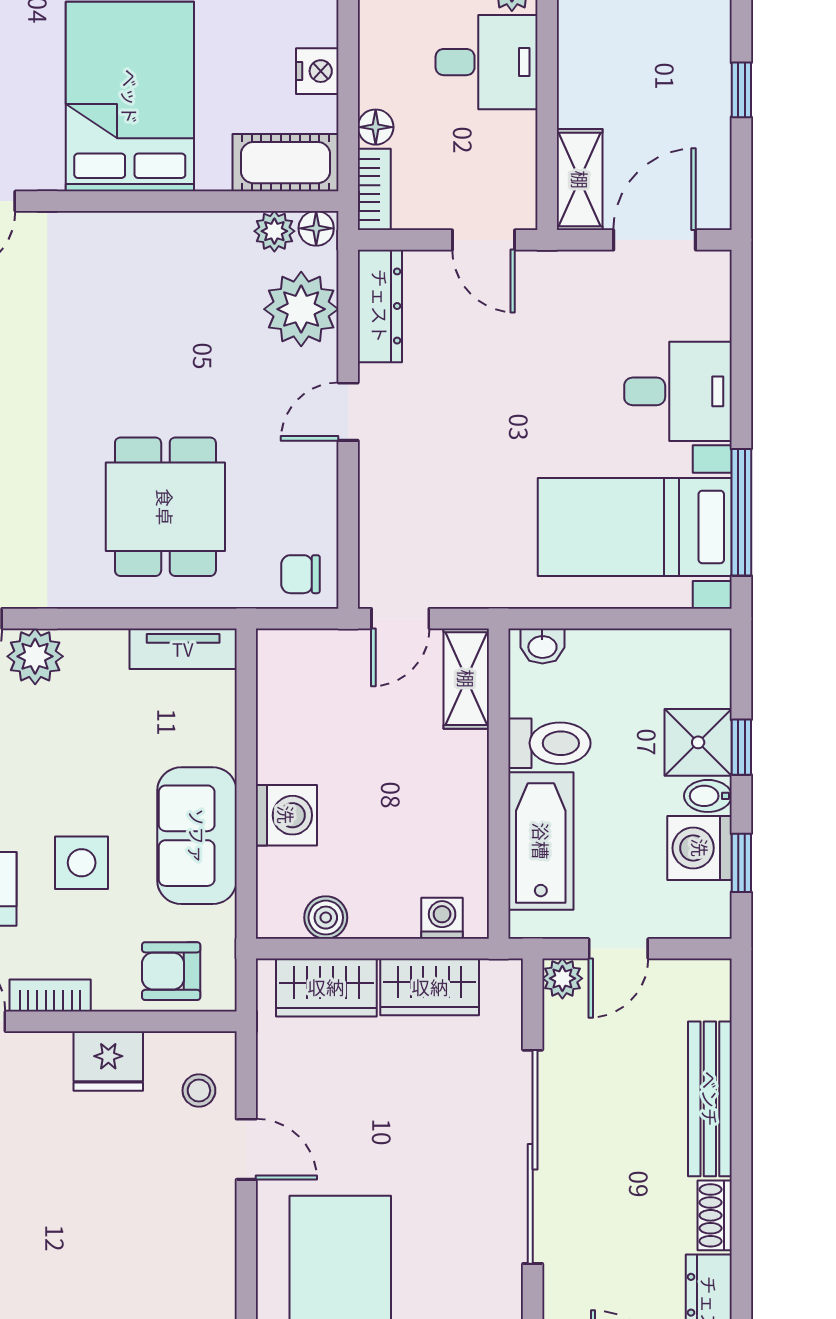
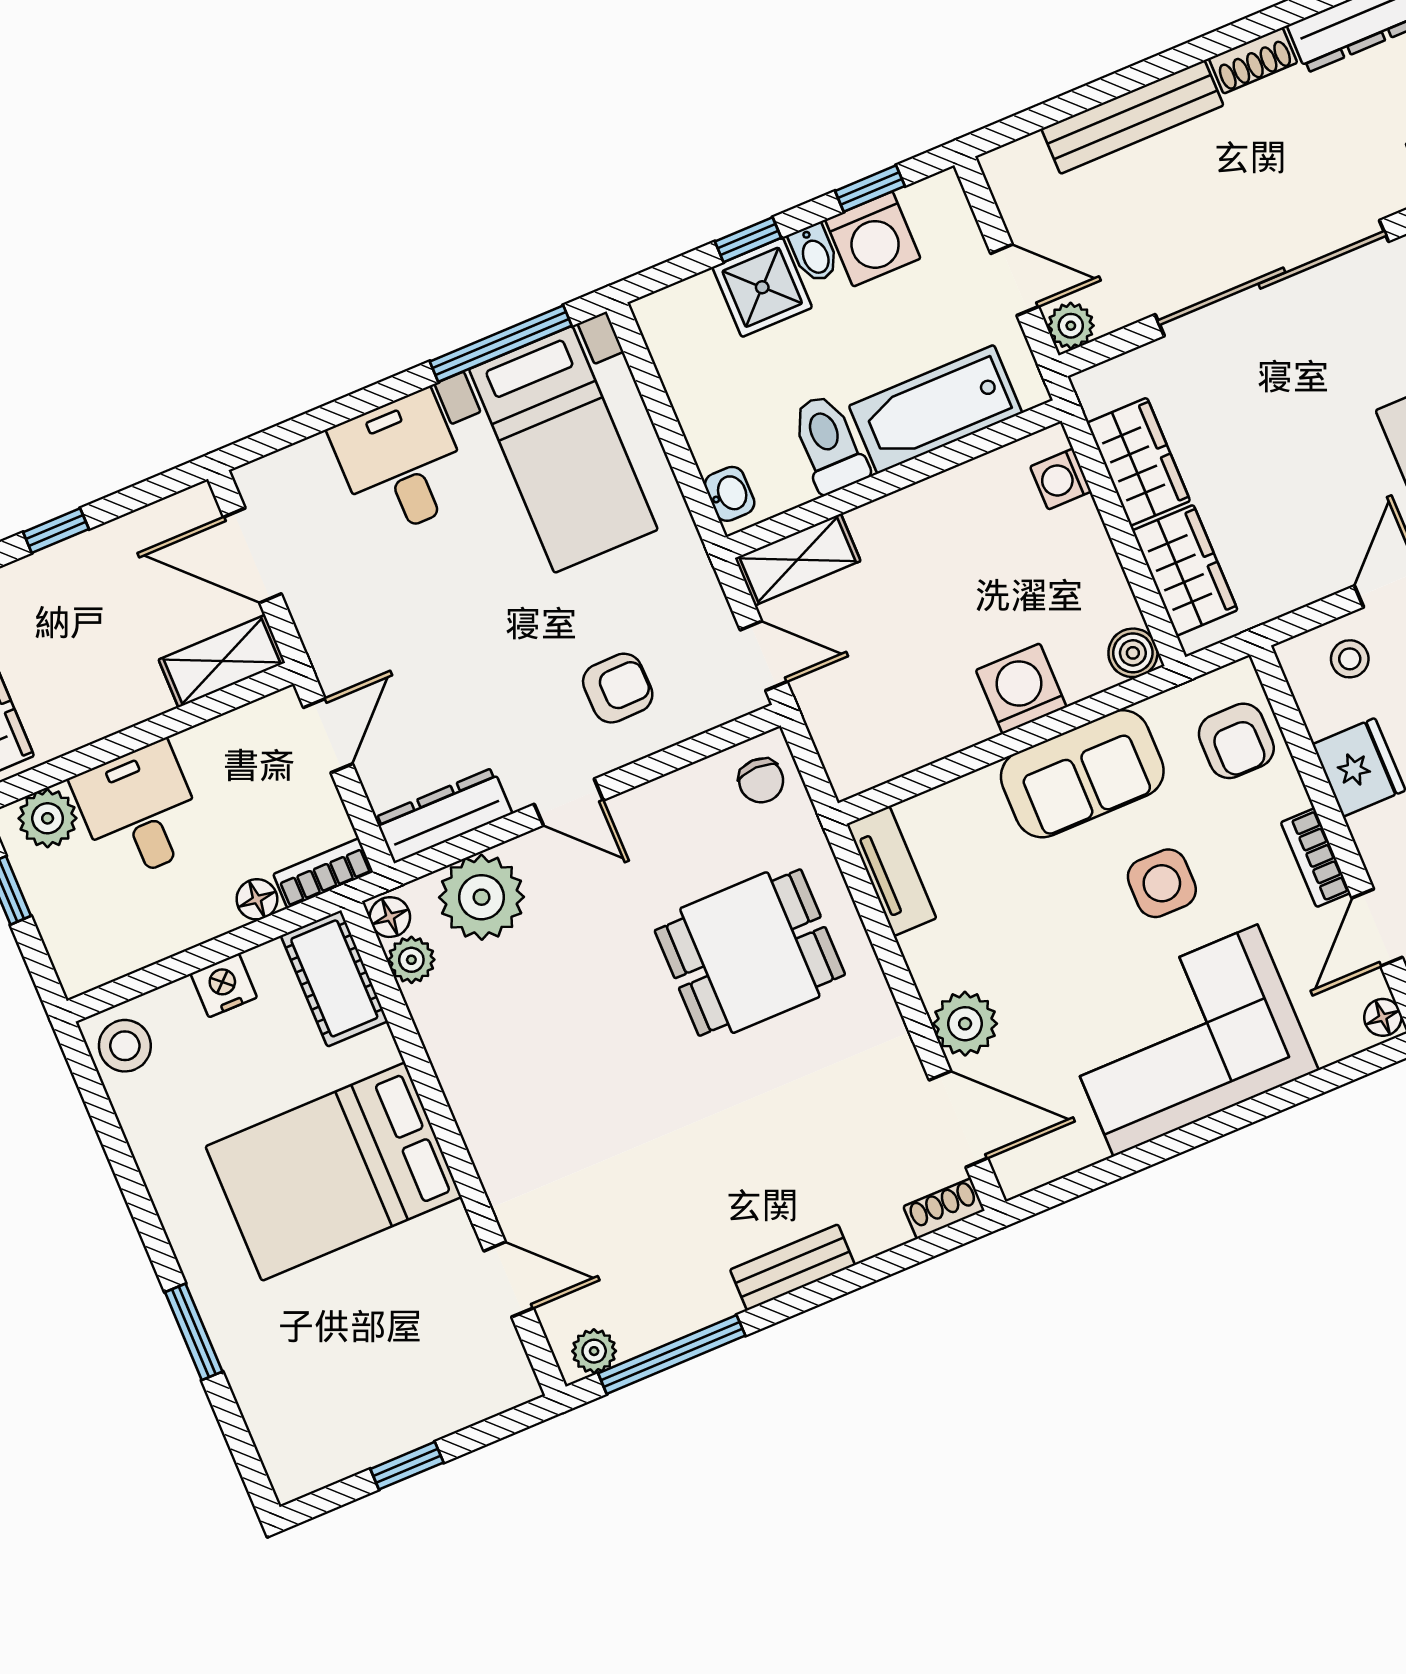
armchair: (424, 490) -> (618, 688), added
boiler: (326, 918) -> (1133, 653), moved

